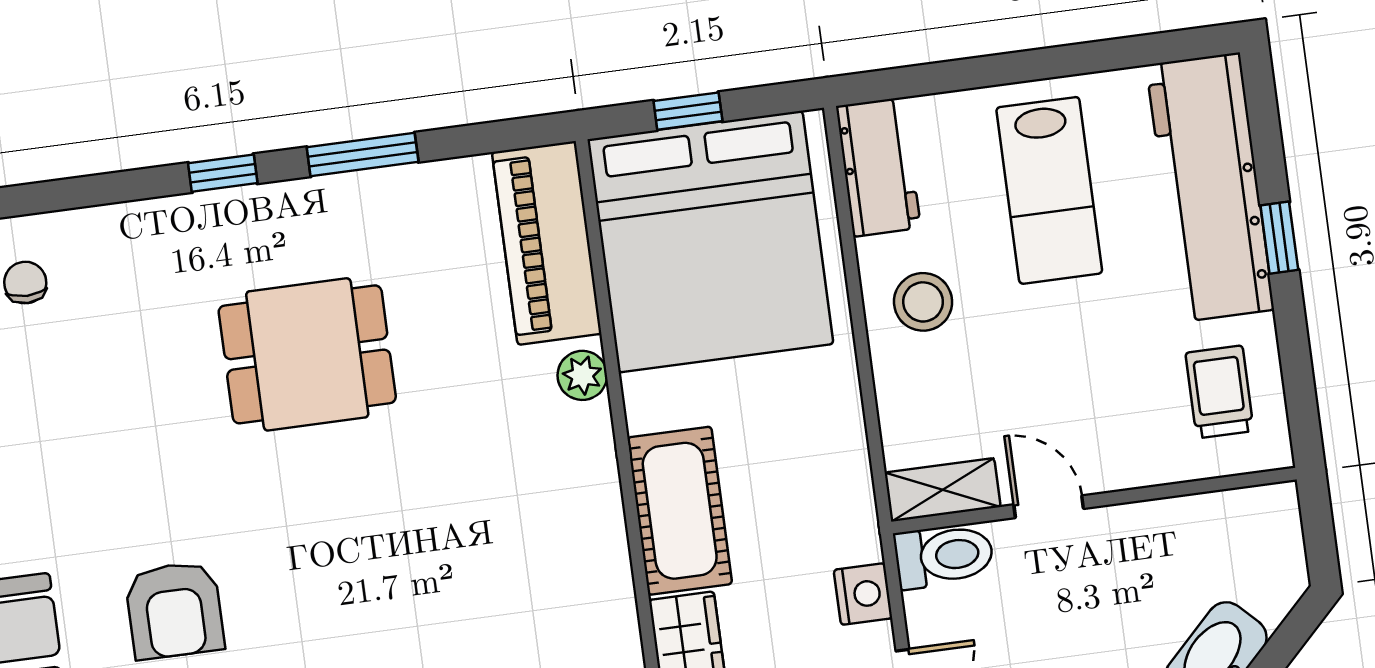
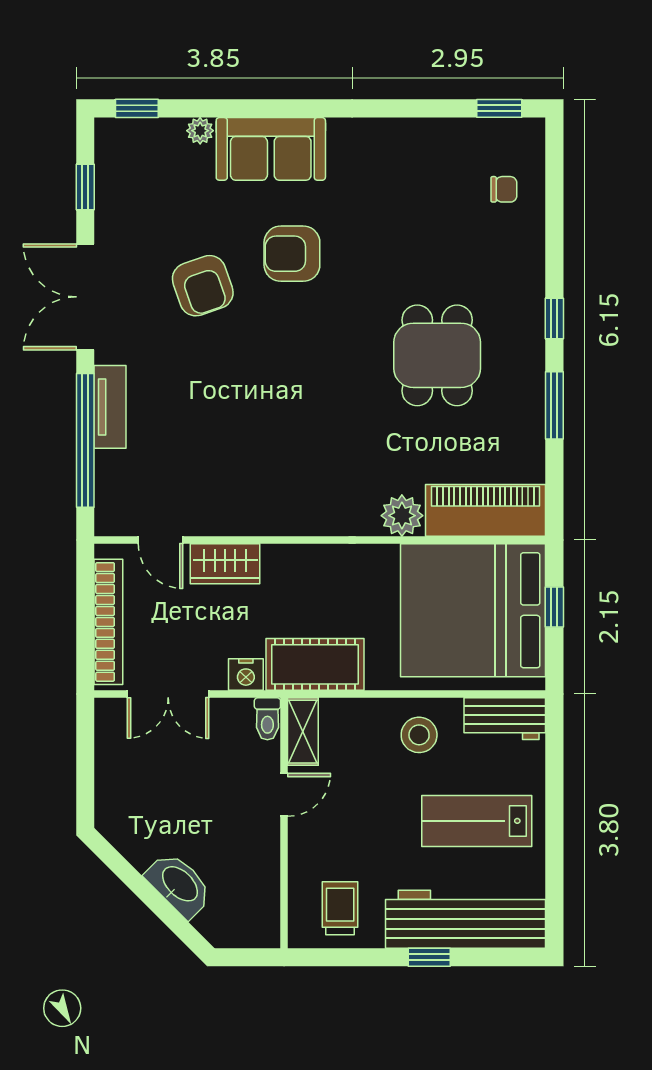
plant: (582, 375) -> (402, 516), width x1.38, depth x1.38
trolley: (1220, 392) -> (340, 908), turned -90
cot: (680, 511) -> (315, 664), moved
toilet: (944, 556) -> (267, 719), width x0.73, depth x0.72

